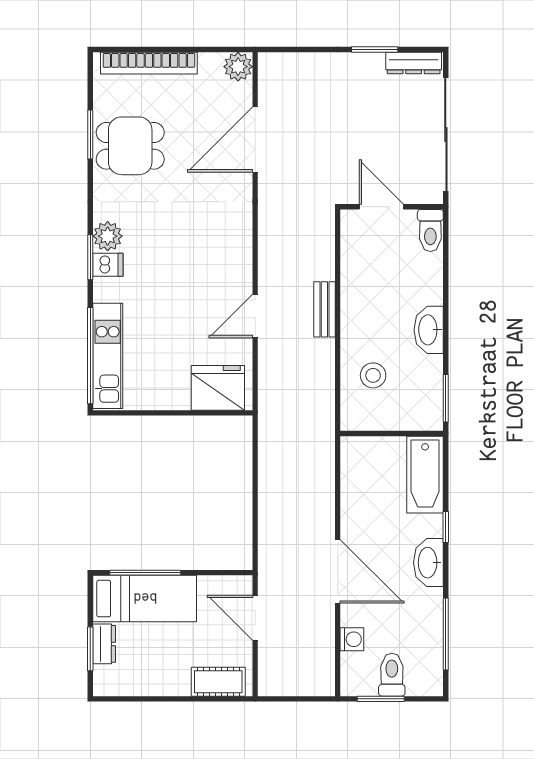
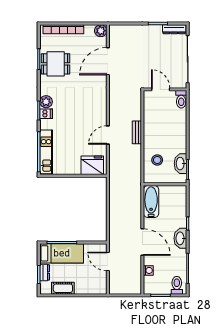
washbasin: (429, 330) -> (181, 164), moved
bathtub: (425, 475) -> (151, 202), moved, turned 180
toilet: (392, 675) -> (177, 285), moved
cot: (218, 682) -> (63, 288), moved

